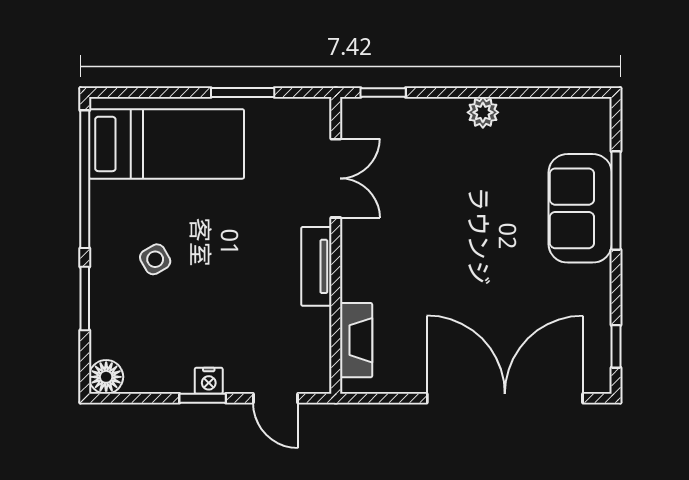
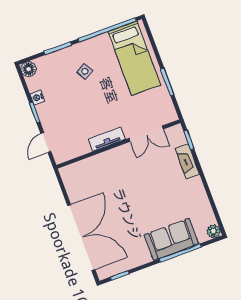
plant: (483, 112) -> (214, 231), moved
fireplace: (356, 340) -> (187, 161), moved, turned 90
nightstand: (209, 381) -> (37, 98), moved

